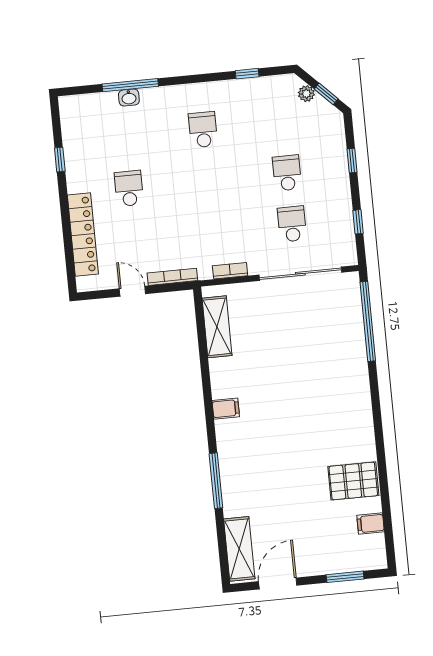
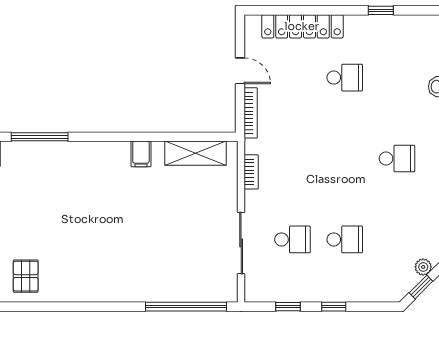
window: (352, 161) -> (334, 307), moved
sliding door: (300, 274) -> (241, 243), width x0.73
door: (132, 291) -> (240, 71), hinge flipped
filing cabinet: (226, 409) -> (141, 154), moved
pallet: (353, 481) -> (26, 276), width x0.67, depth x0.71

